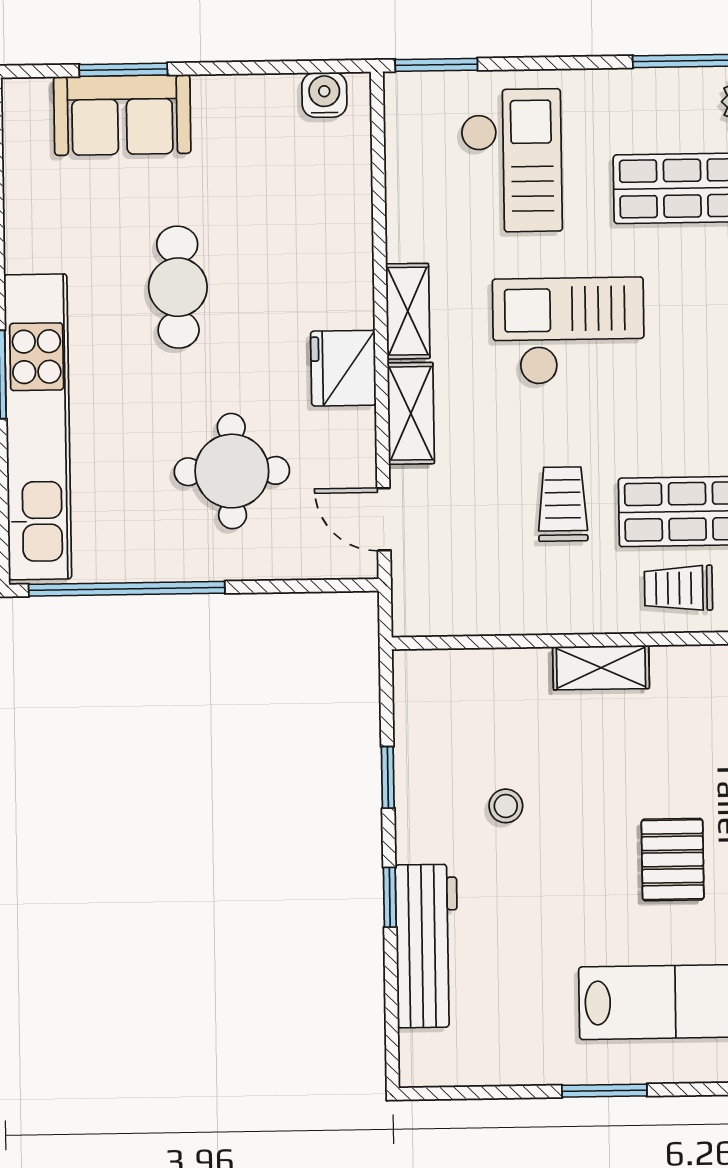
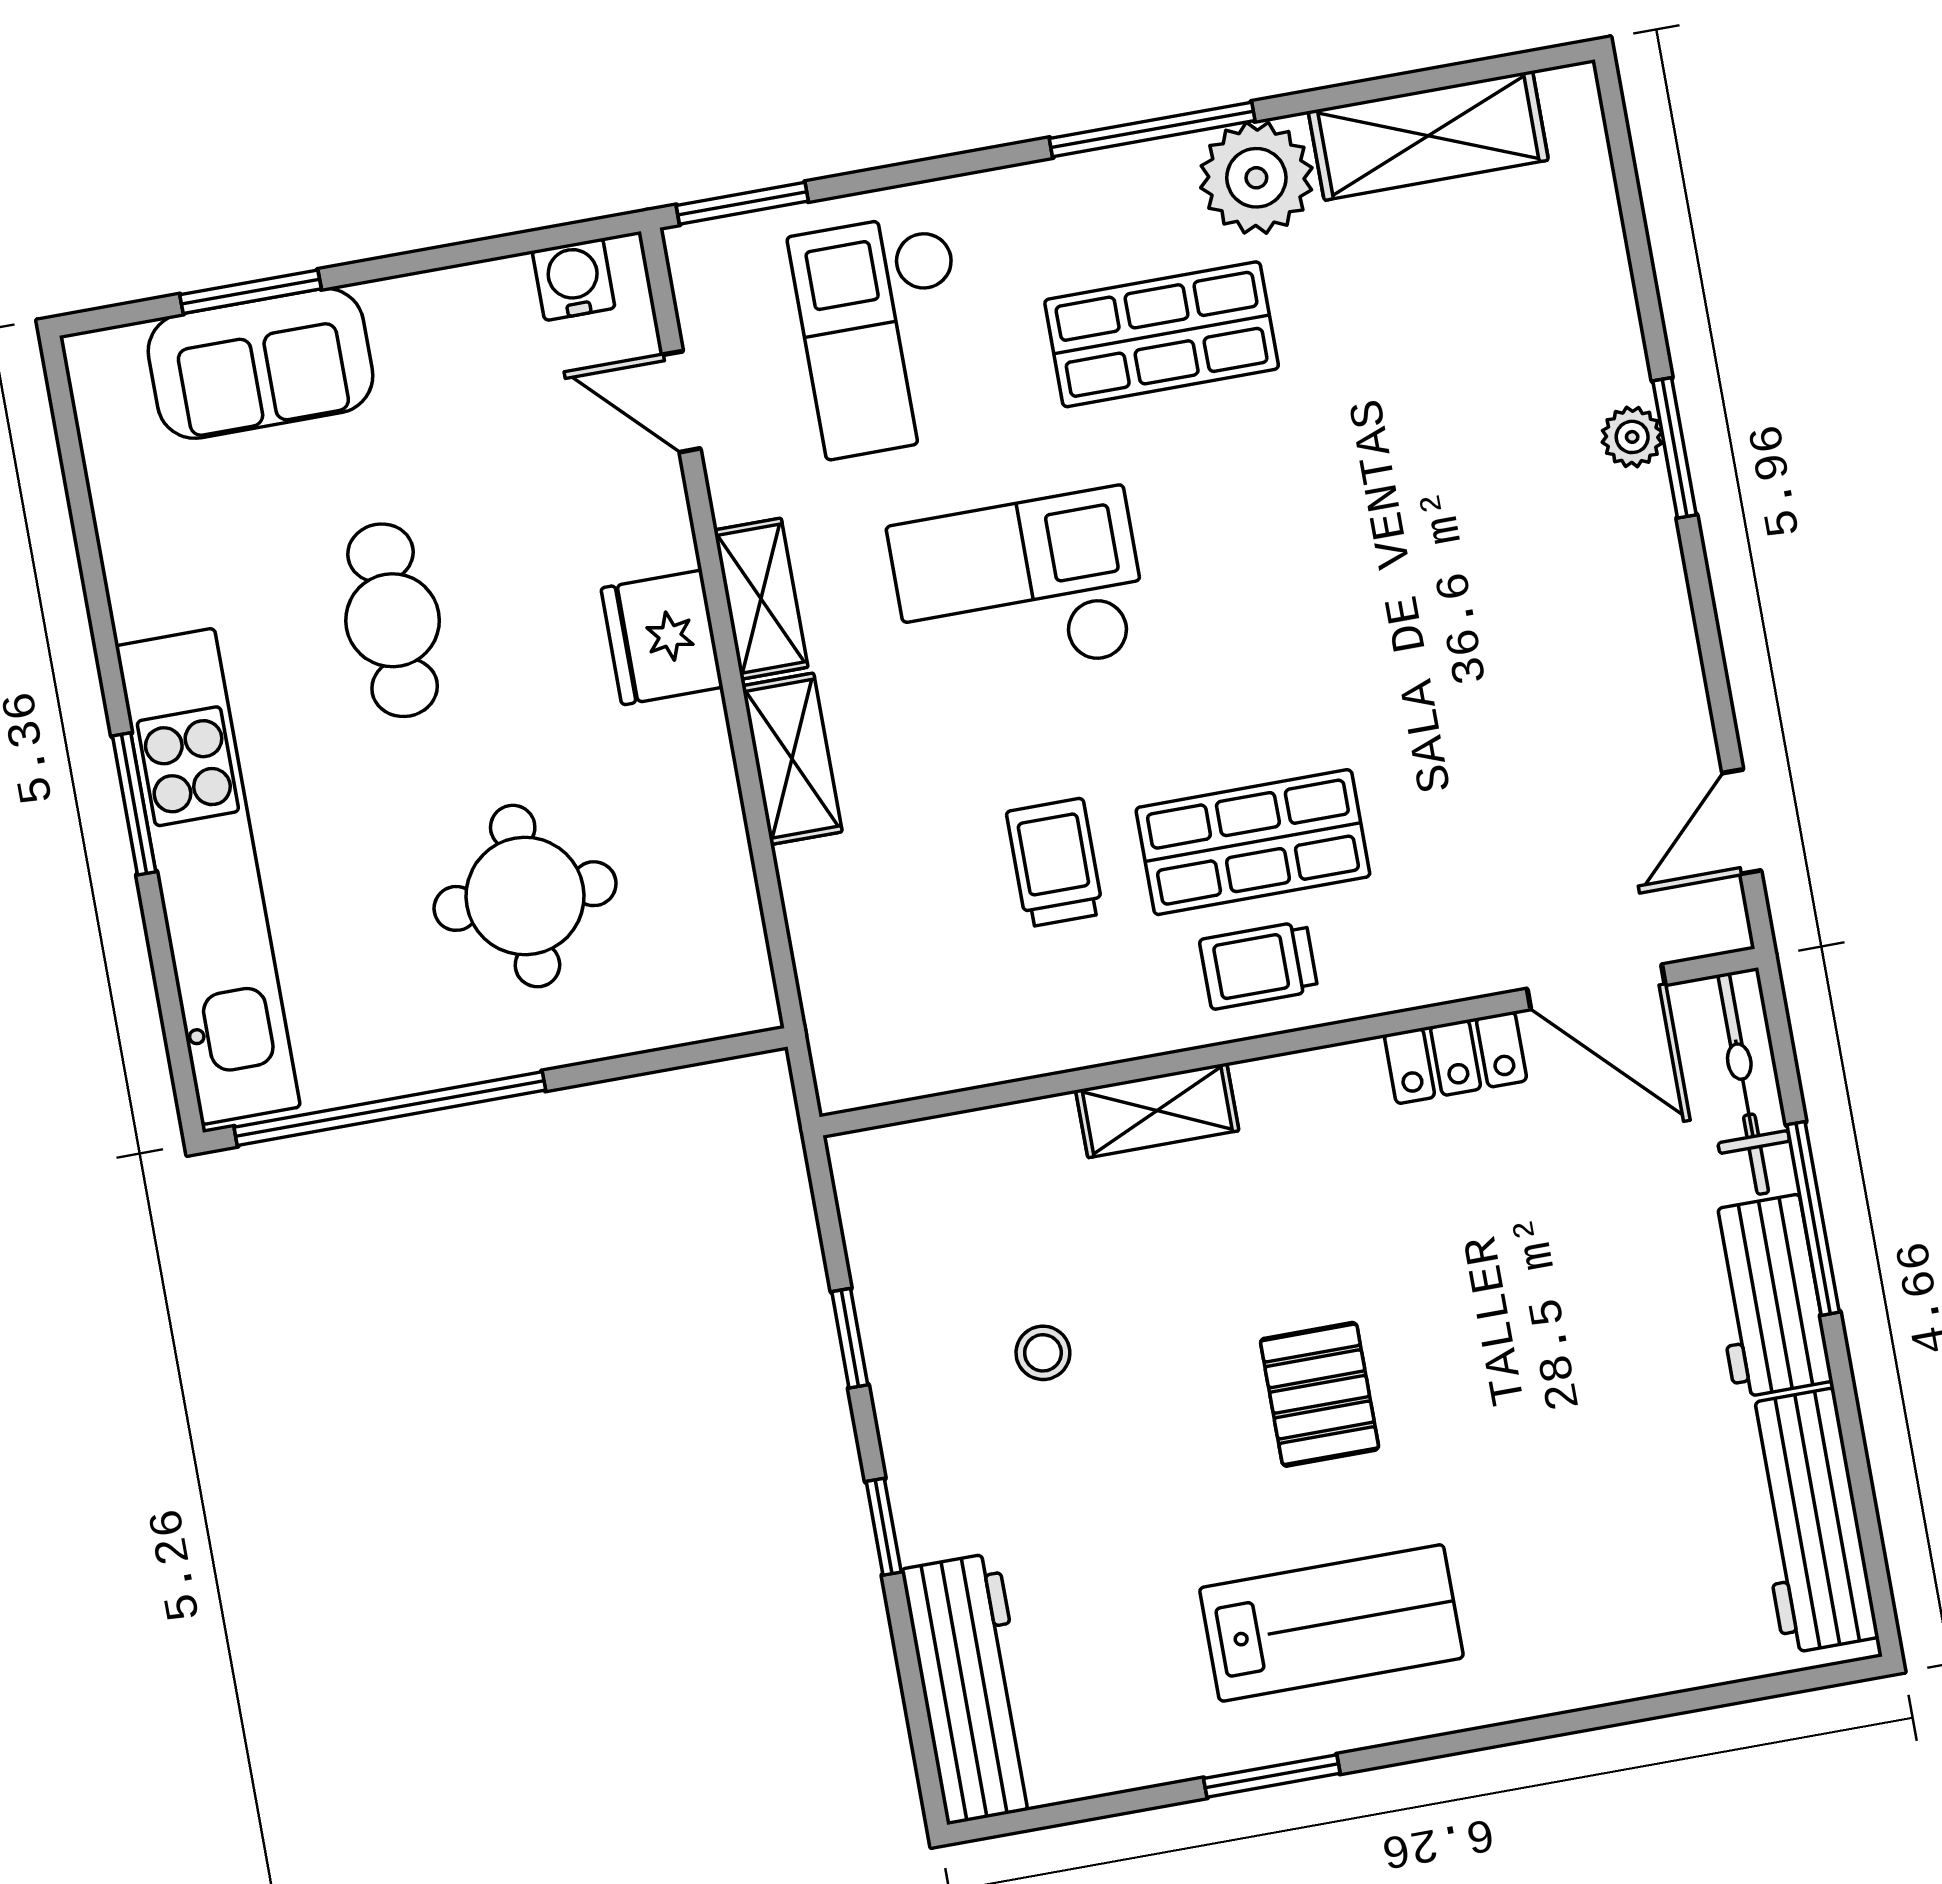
checkout: (511, 161) -> (885, 335), turned 180
fridge: (343, 368) -> (662, 638), moved
door: (384, 519) -> (681, 402), moved
workbench: (427, 946) -> (972, 1688), moved

